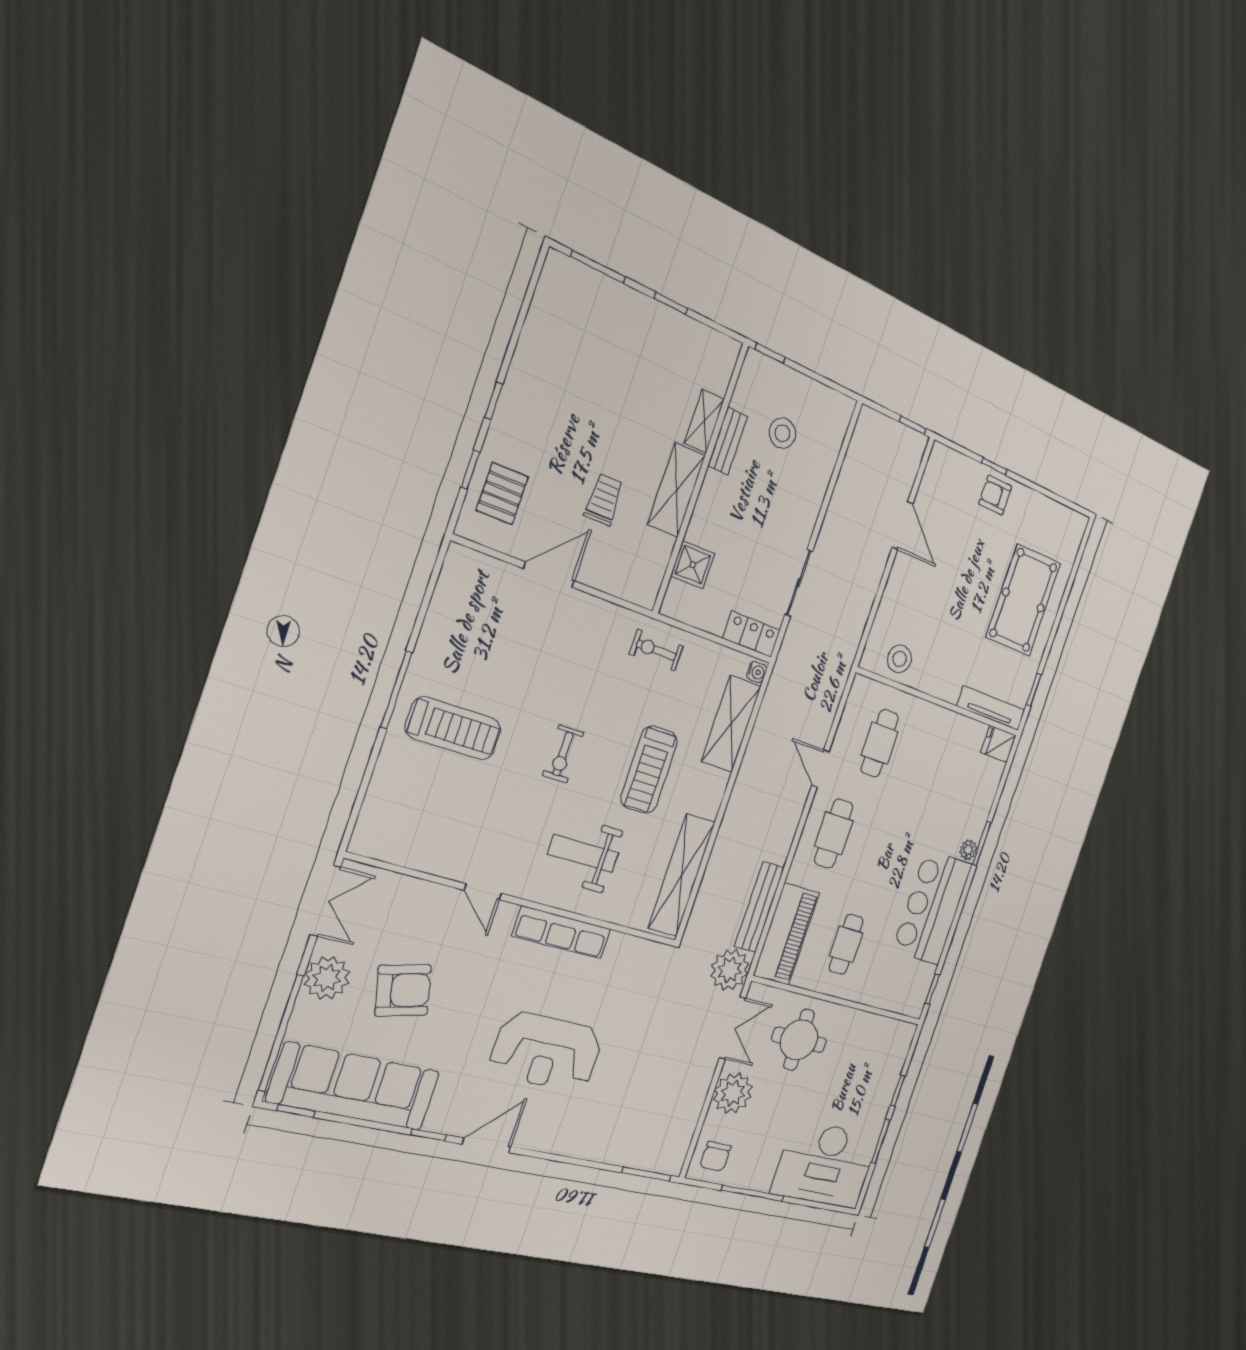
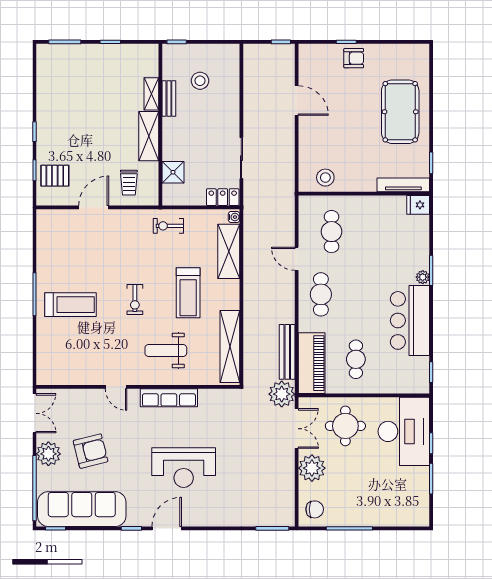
pallet: (502, 494) -> (55, 176), turned 90
armchair: (995, 495) -> (354, 58), turned 180
trolley: (604, 500) -> (129, 183), moved, turned 180
chair: (715, 1156) -> (315, 509), turned -90
desk: (825, 1164) -> (404, 431), moved, turned -90

